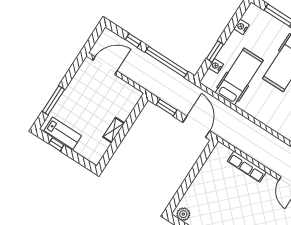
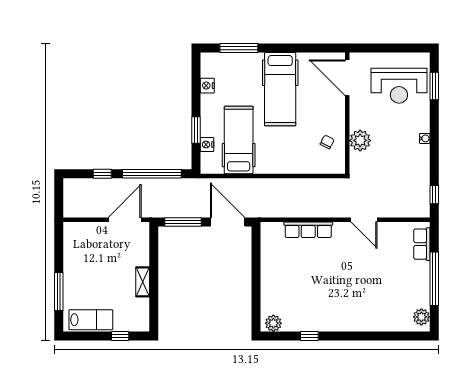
door: (105, 66) -> (125, 220), moved
window: (167, 107) -> (183, 222), width x1.44
window: (56, 144) -> (120, 336), moved

